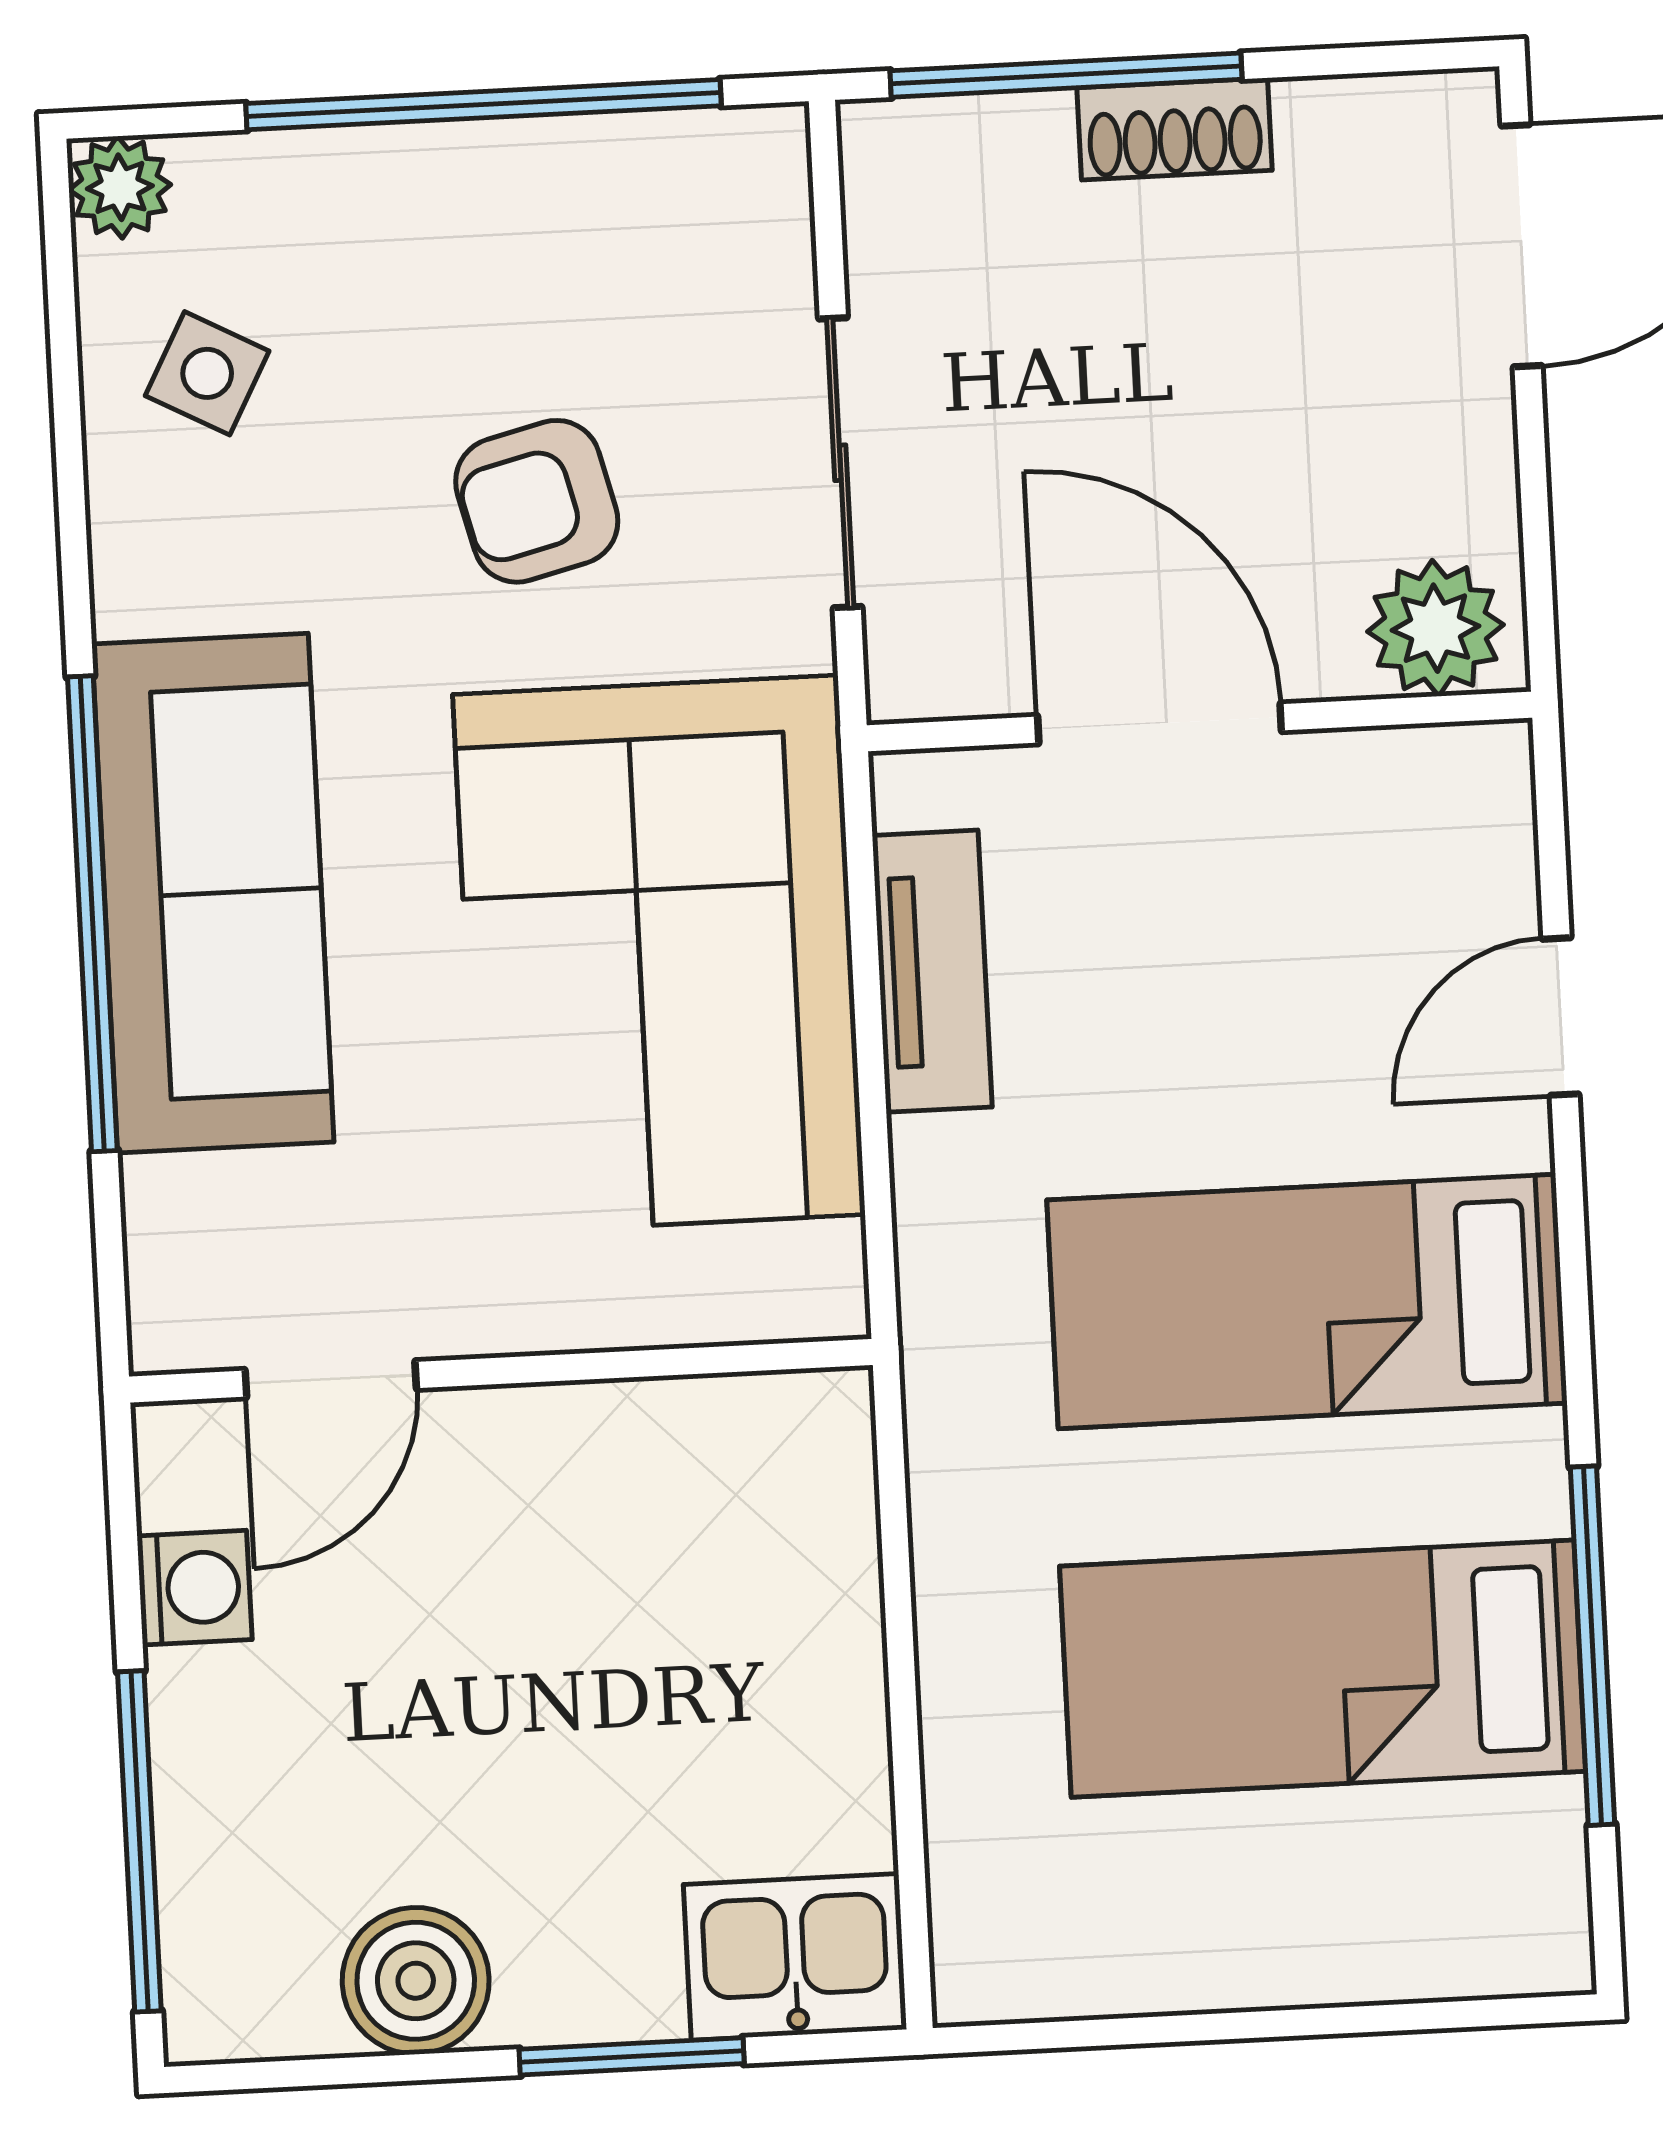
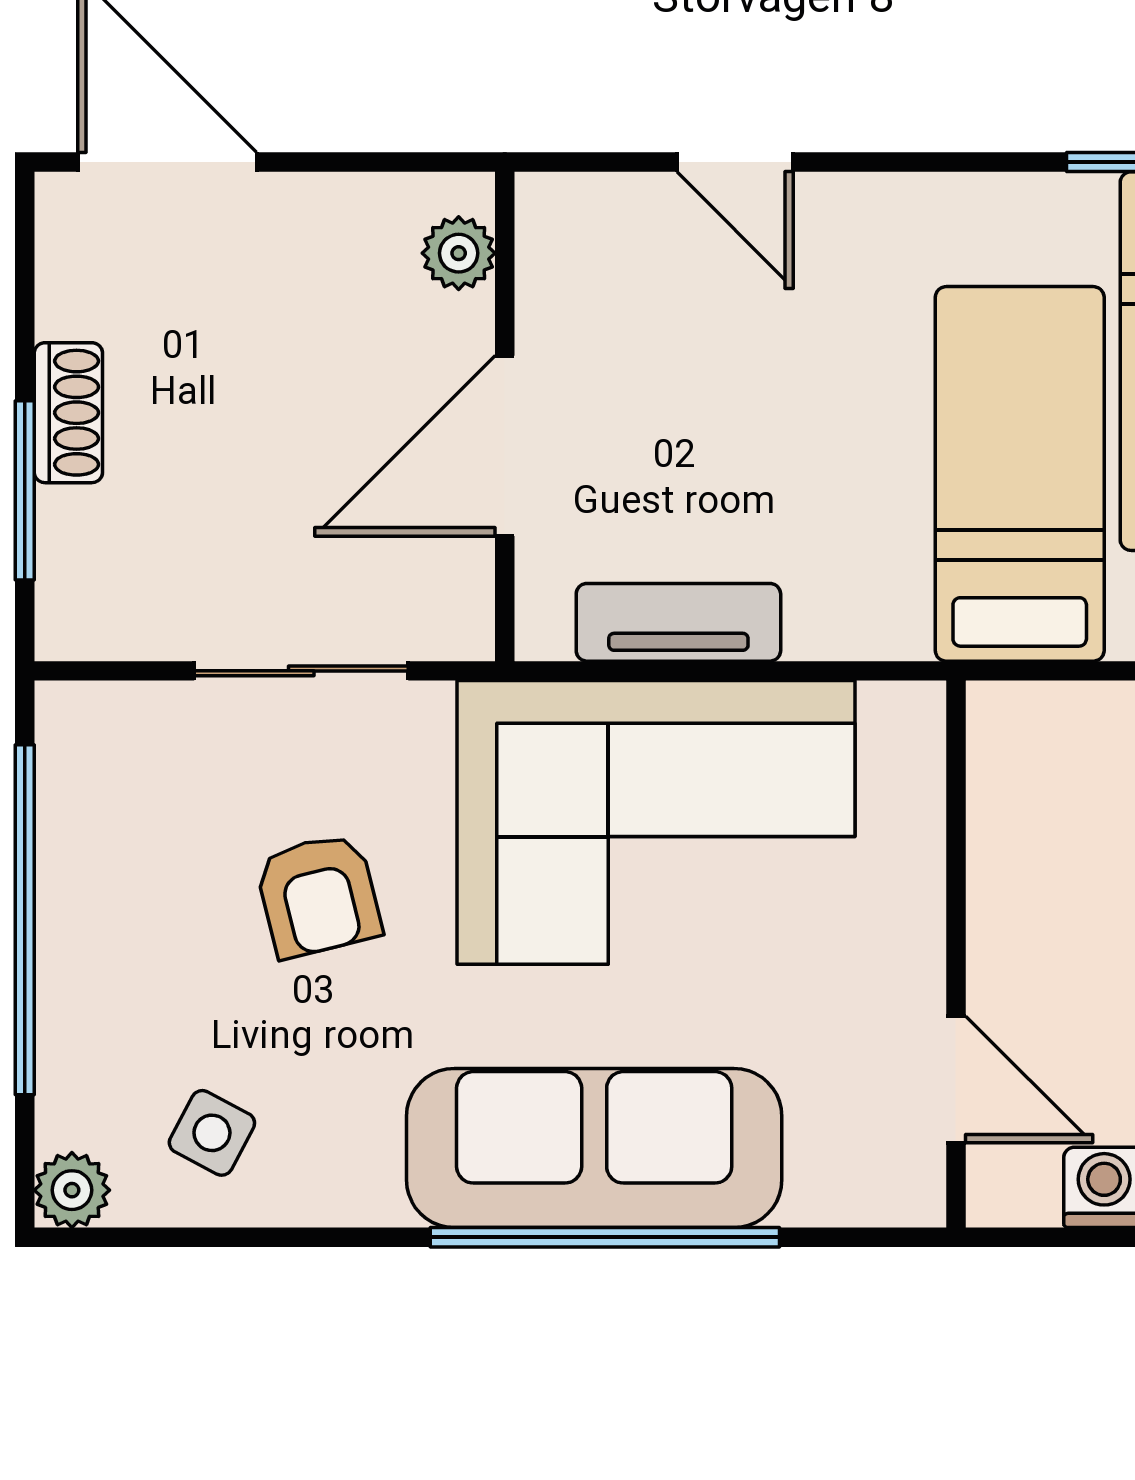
window: (1066, 75) -> (25, 490), width x0.69
plant: (1435, 628) -> (459, 253), width x0.73, depth x0.73
bed: (1307, 1301) -> (1020, 474), moved, turned 180

